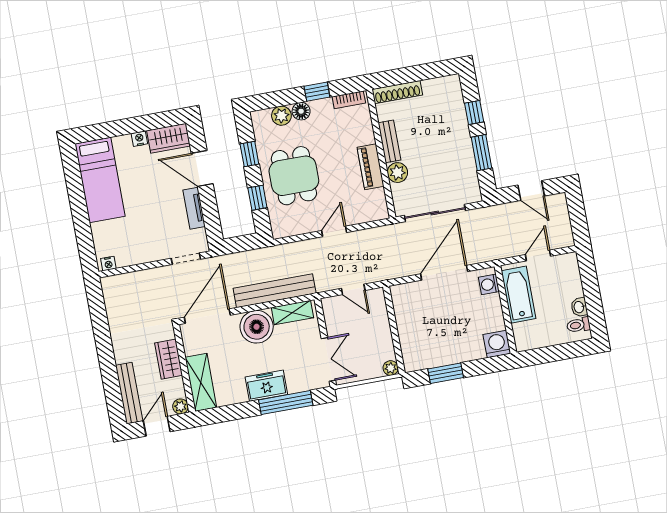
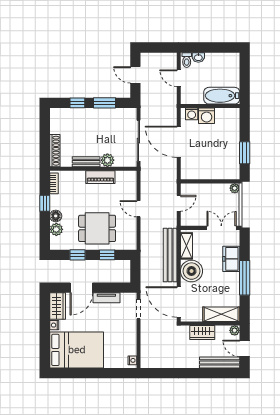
bed: (100, 180) -> (77, 350), width x1.50
door: (531, 191) -> (135, 75), swing flipped
bathtub: (518, 295) -> (222, 96), moved
washbasin: (579, 307) -> (198, 57), moved
toilet: (578, 325) -> (187, 60), moved
washing machine: (497, 344) -> (207, 116), moved, turned -90
freezer: (266, 386) -> (231, 259), moved
window: (286, 403) -> (245, 278), moved

